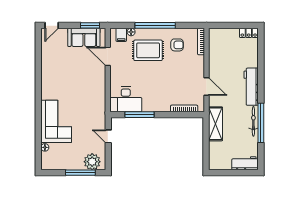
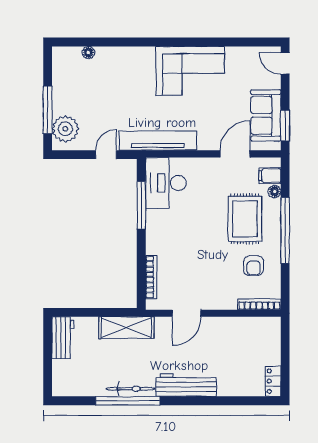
tv unit: (99, 104) -> (158, 140), added
corner sofa: (56, 121) -> (190, 71), moved
workbench: (245, 163) -> (63, 338), moved

